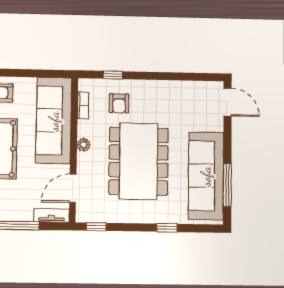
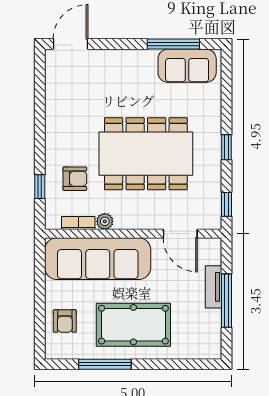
plant: (84, 145) -> (105, 221), moved
sofa: (206, 176) -> (187, 66), width x0.54, depth x0.79
tv unit: (52, 215) -> (213, 287), moved
window: (167, 228) -> (226, 147), moved

